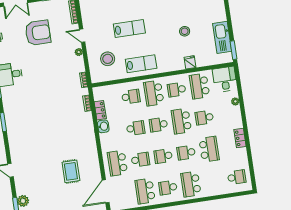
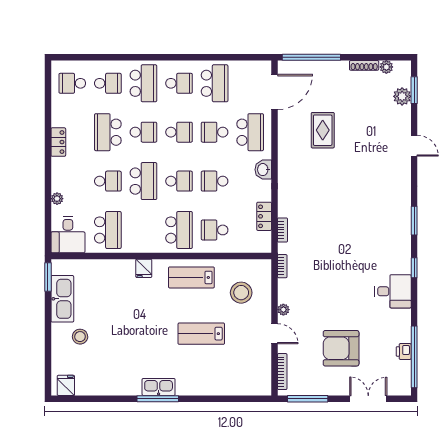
stool: (185, 31) -> (80, 337), moved
fridge: (190, 62) -> (144, 268), moved
school desk: (177, 90) -> (108, 83), moved
washbasin: (103, 126) -> (263, 170), moved

